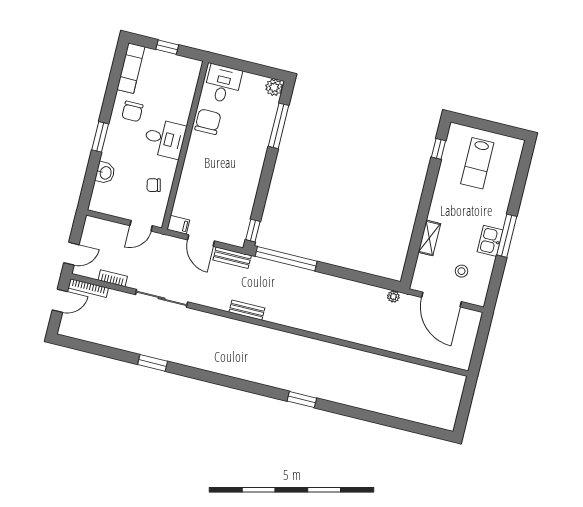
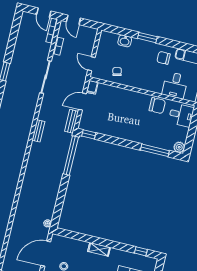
desk: (165, 139) -> (175, 85), moved
shelving: (429, 238) -> (99, 249), moved

